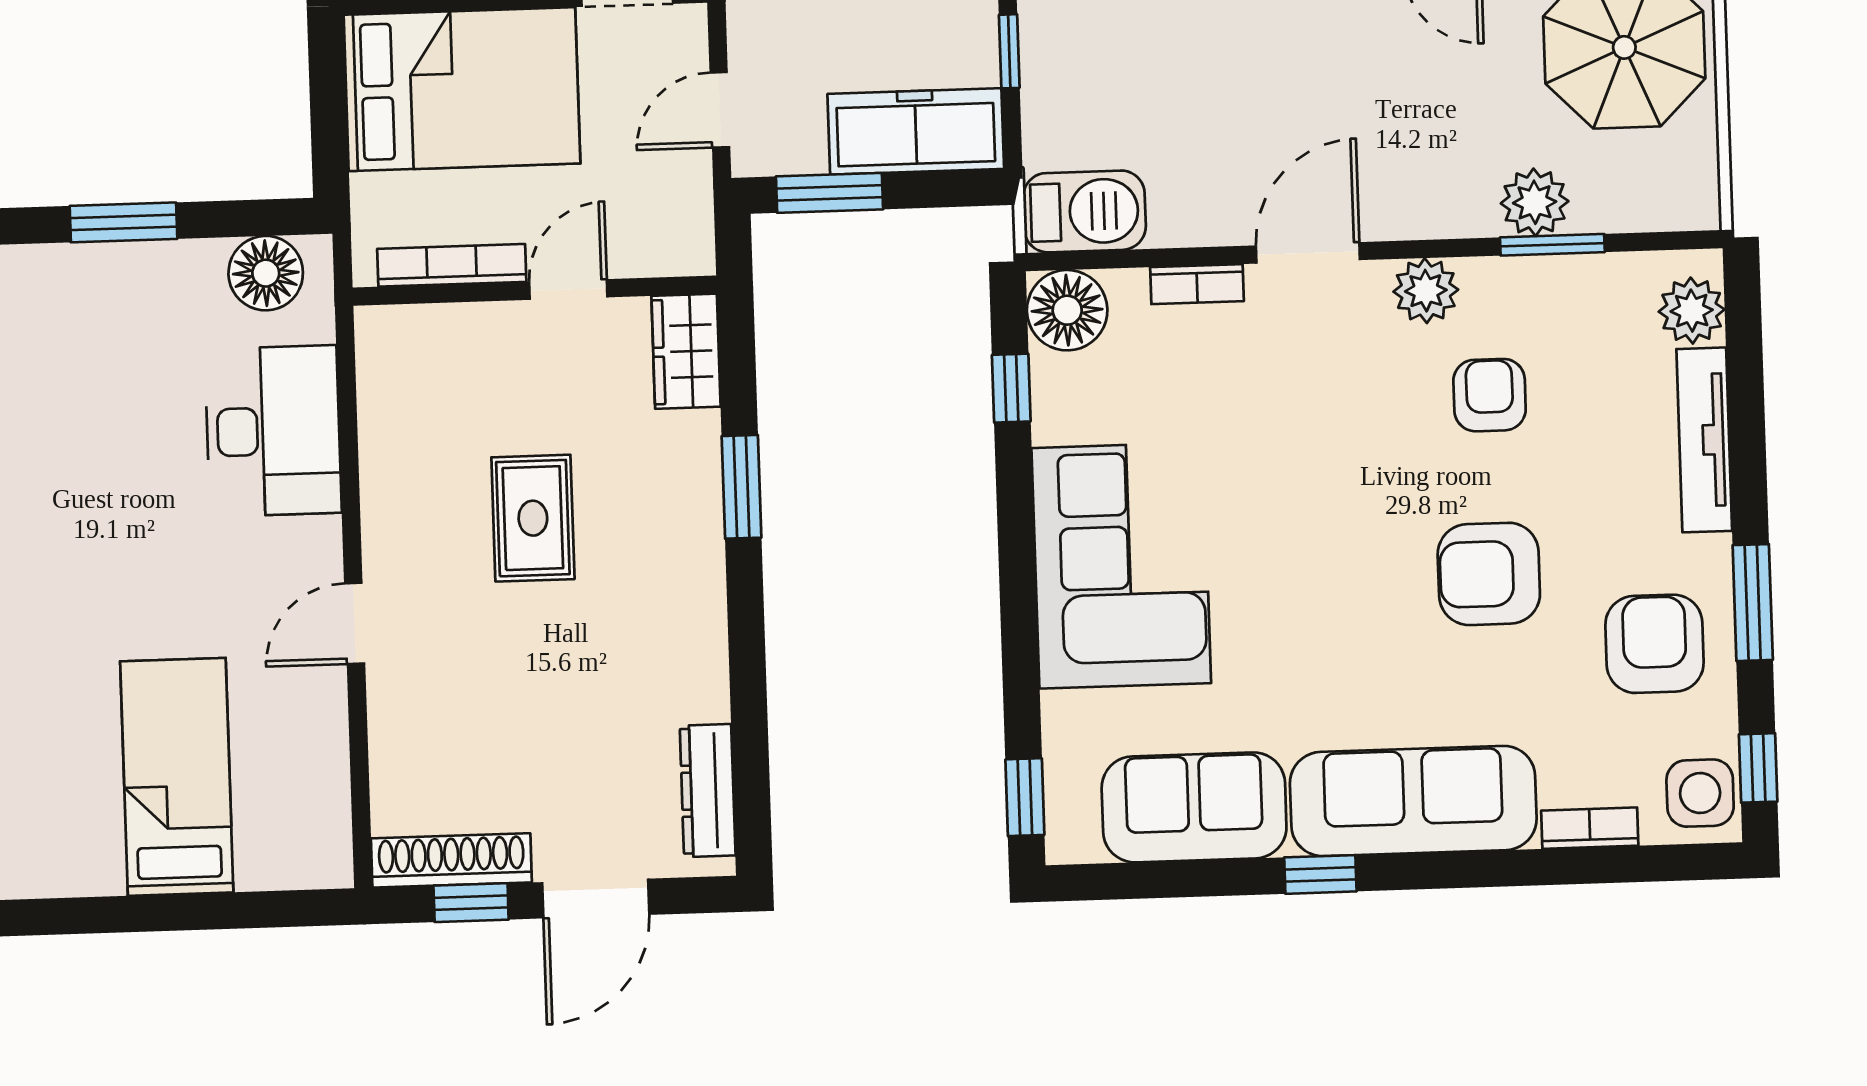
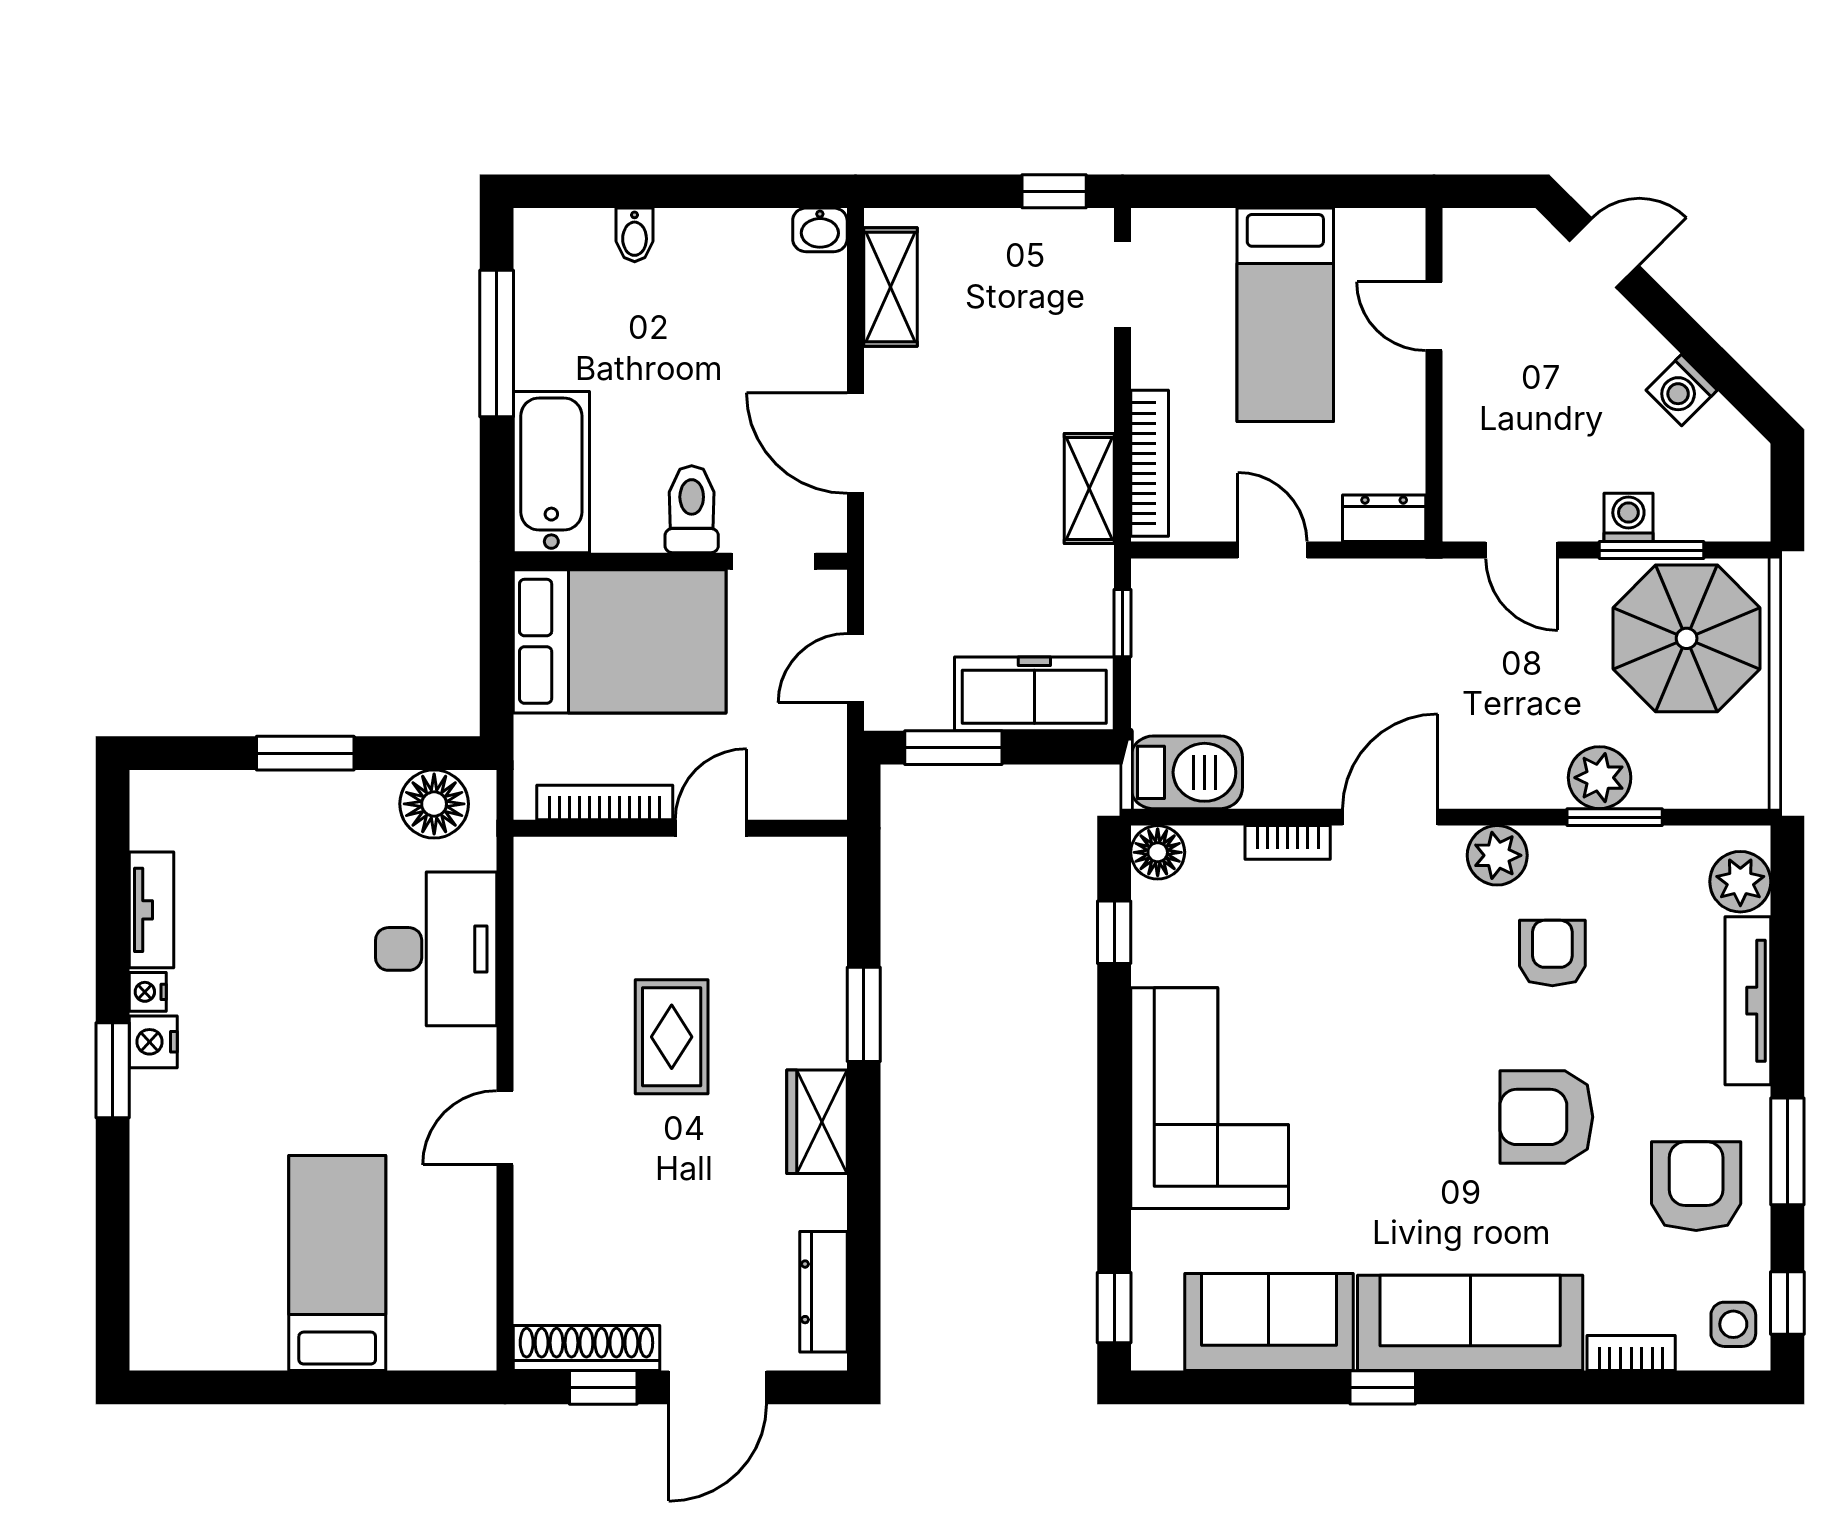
floor lamp: (1067, 310) -> (1158, 852), width x0.73, depth x0.73
wardrobe: (686, 351) -> (817, 1122), moved
side table: (1700, 793) -> (1733, 1324), width x0.73, depth x0.73

